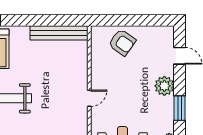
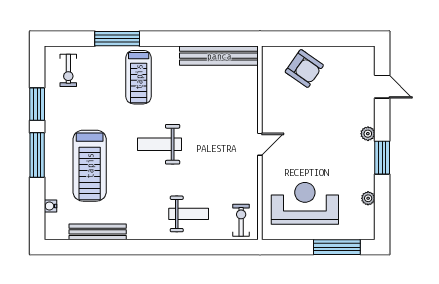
plant: (164, 86) -> (368, 134), width x0.53, depth x0.53

